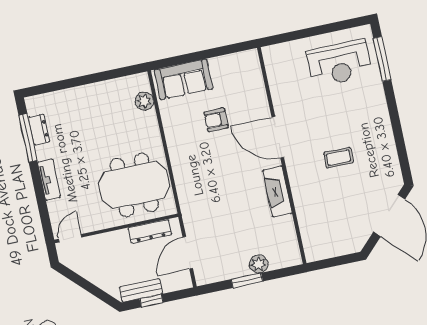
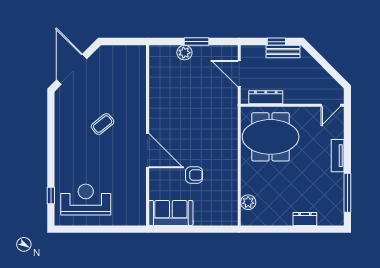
window: (382, 59) -> (51, 195), width x0.46
sofa: (184, 79) -> (171, 213), moved
dresser: (39, 130) -> (305, 219), moved, turned 90
coffee table: (338, 158) -> (103, 124), turned -39
fireplace: (277, 192) -> (157, 107), removed
door: (188, 253) -> (239, 74), swing flipped

